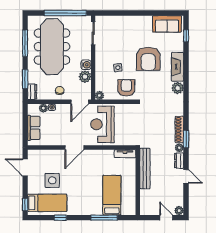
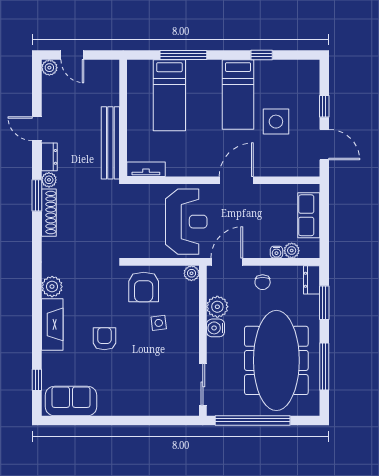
armchair: (148, 59) -> (104, 339), width x0.53, depth x0.53
bed: (47, 203) -> (238, 95), moved, turned -90
window: (25, 204) -> (324, 106), moved

